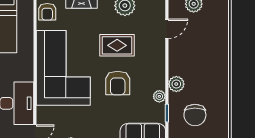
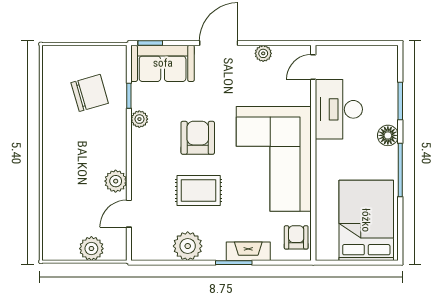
plant: (176, 84) -> (116, 181), moved
chair: (195, 115) -> (90, 93), turned 74

